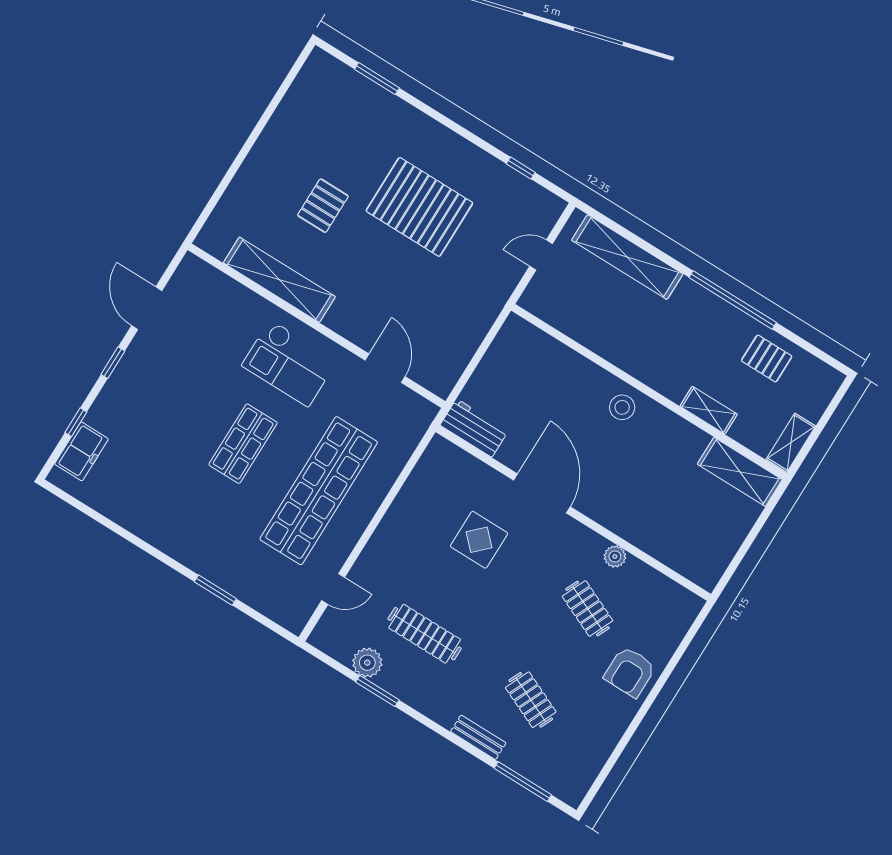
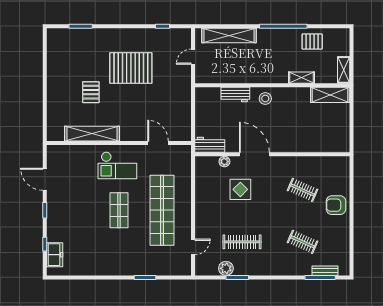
workbench: (574, 367) -> (235, 94), added
plant: (615, 556) -> (224, 162), moved
armchair: (630, 672) -> (336, 205), turned 90
bench: (478, 737) -> (325, 271), moved

